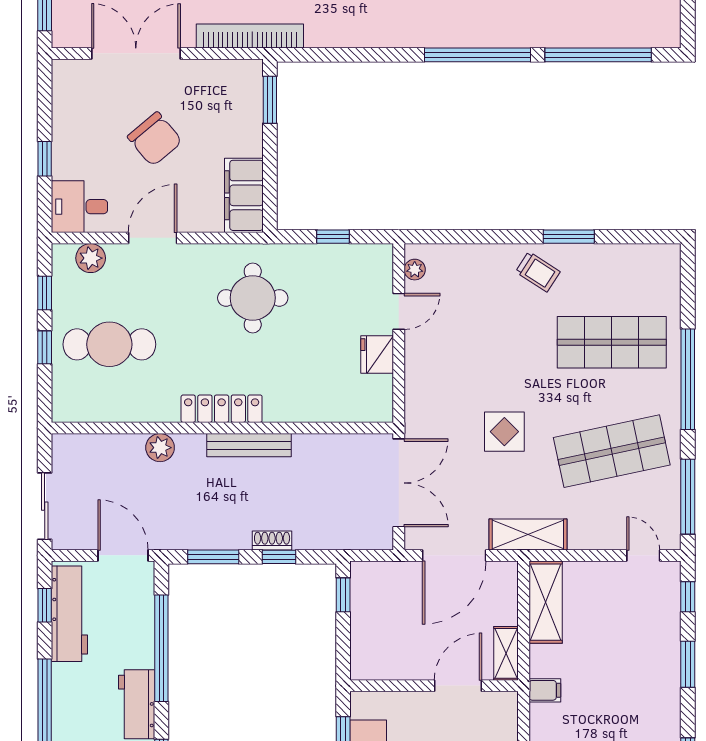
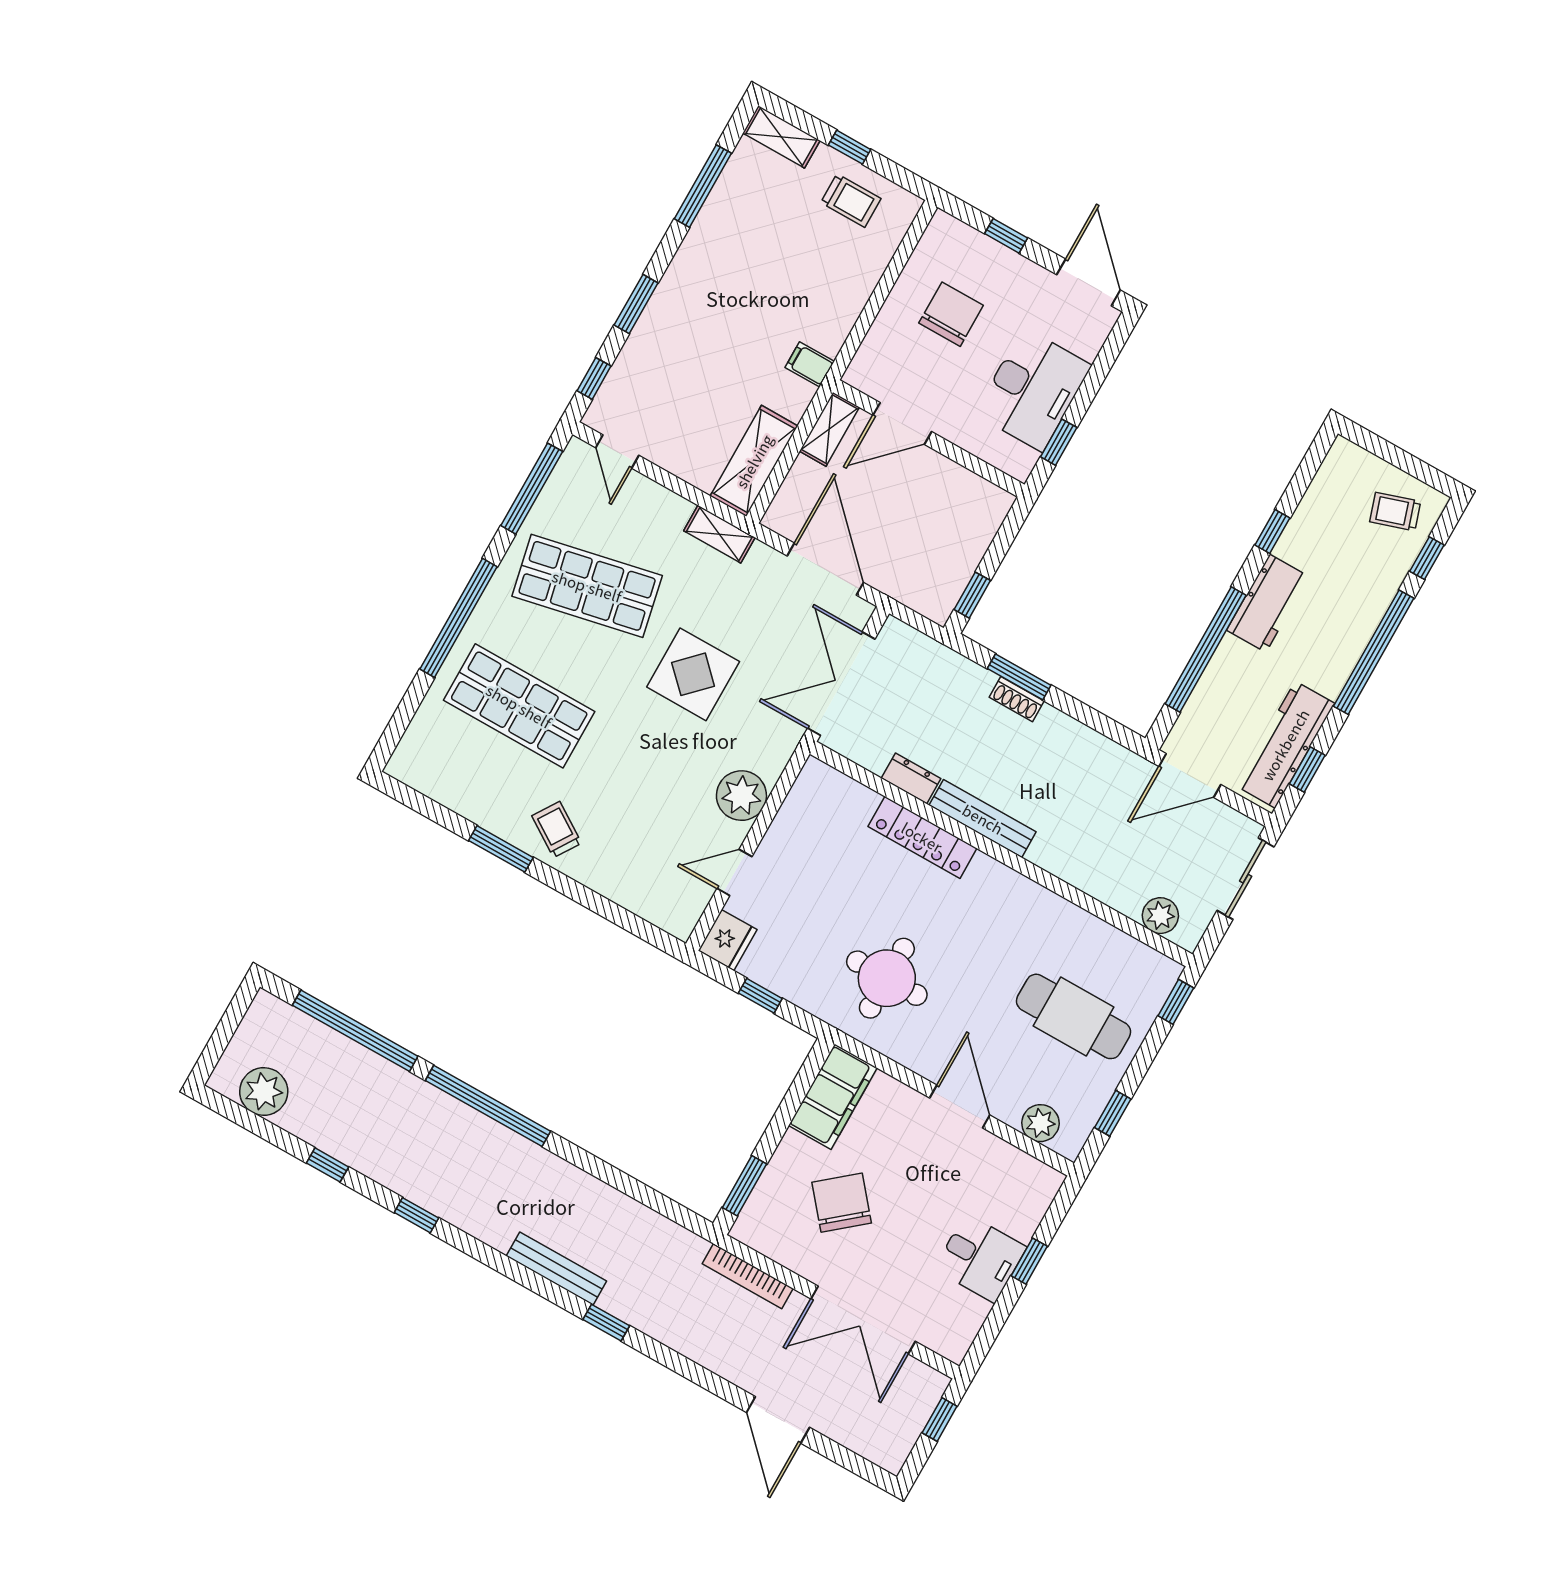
bookcase: (250, 36) -> (748, 1276), width x0.68, depth x0.76
chair: (155, 139) -> (842, 1203), moved
desk: (79, 207) -> (980, 1258), moved
door: (153, 238) -> (960, 1107), swing flipped
plant: (415, 270) -> (741, 796), moved, width x1.88, depth x1.88
window: (45, 347) -> (1176, 1002), moved
fridge: (377, 354) -> (728, 940), moved
locker: (222, 409) -> (922, 837), moved
display table: (504, 432) -> (693, 674), width x1.36, depth x1.36
dresser: (314, 445) -> (911, 778), added
plant: (160, 448) -> (1160, 916), moved
shelving: (528, 534) -> (719, 534), width x0.67, depth x0.75
door: (123, 555) -> (1190, 776), hinge flipped
door: (454, 555) -> (825, 569), hinge flipped
window: (213, 557) -> (1092, 718), removed
window: (279, 557) -> (1019, 677), width x1.50

